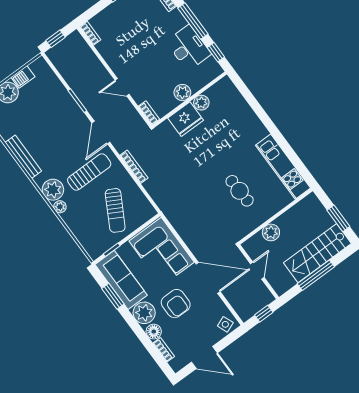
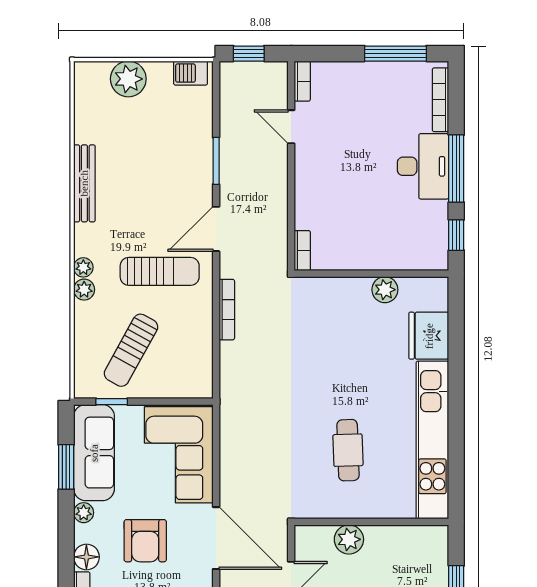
desk: (189, 48) -> (423, 166), moved
barbecue: (23, 77) -> (191, 73), moved
door: (122, 87) -> (291, 127), moved
plant: (182, 93) -> (369, 257), removed
fridge: (186, 119) -> (429, 336), moved, turned 90
kitchen unit: (283, 167) -> (432, 440), width x1.36
plant: (53, 190) -> (83, 267), width x0.53, depth x0.53
sun lounger: (115, 210) -> (131, 350), moved
plant: (144, 313) -> (84, 513), width x0.53, depth x0.53

